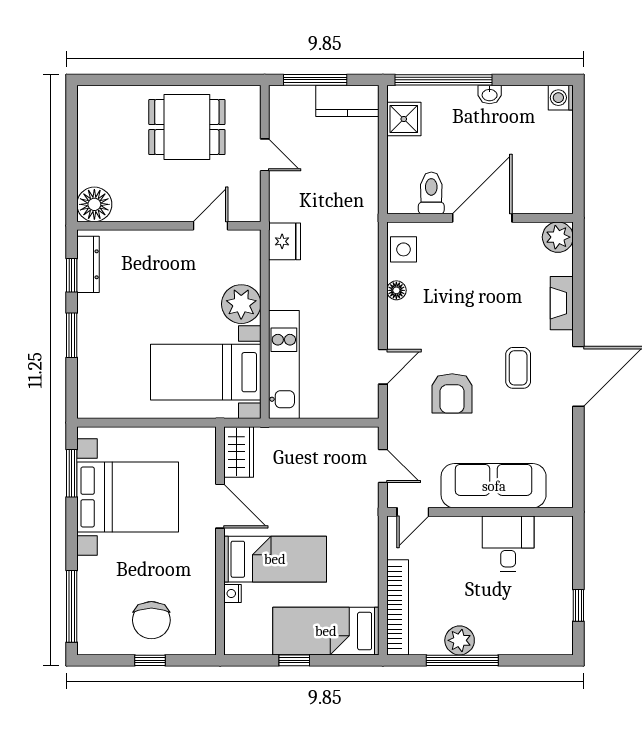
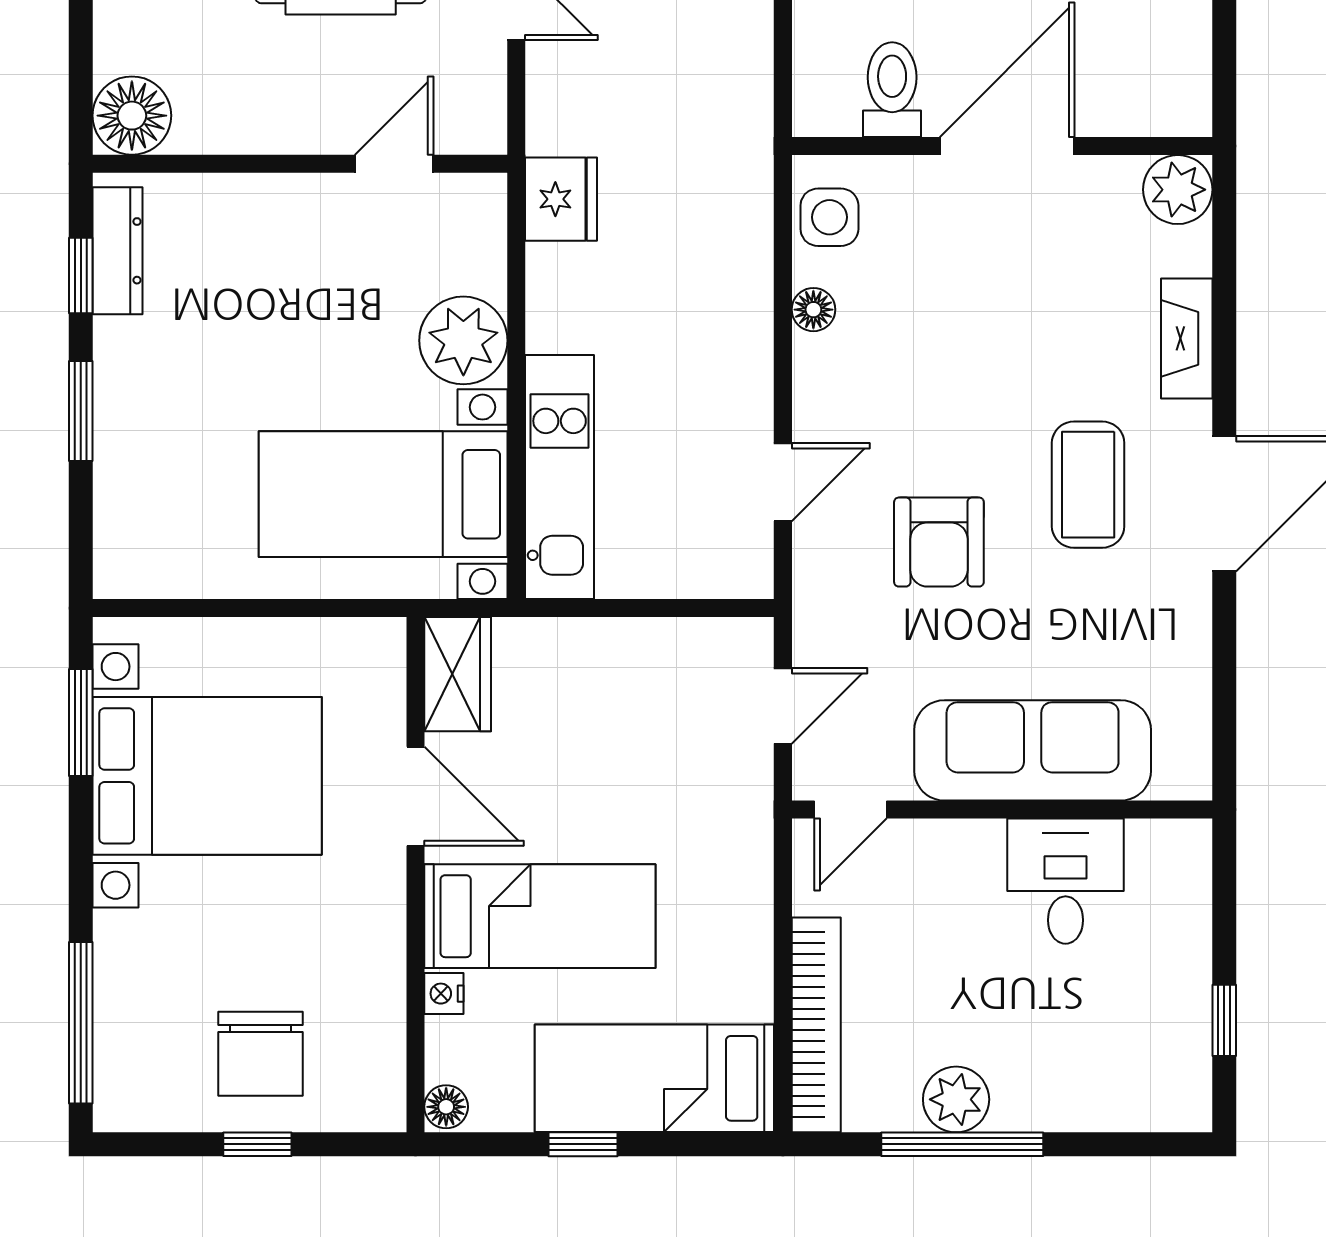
coffee table: (518, 368) -> (1088, 485), width x1.36, depth x1.30
door: (383, 466) -> (783, 706), hinge flipped
floor lamp: (234, 644) -> (446, 1107), added

